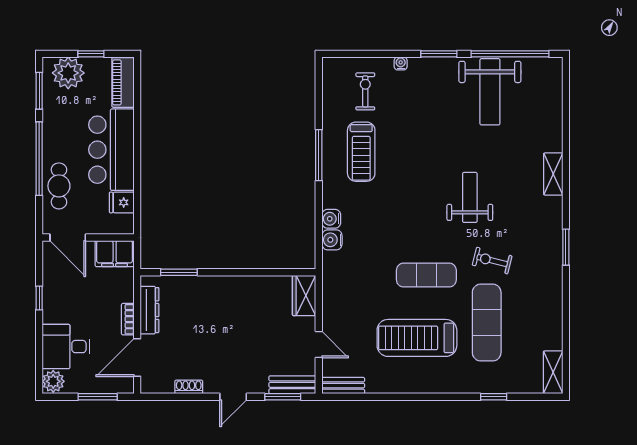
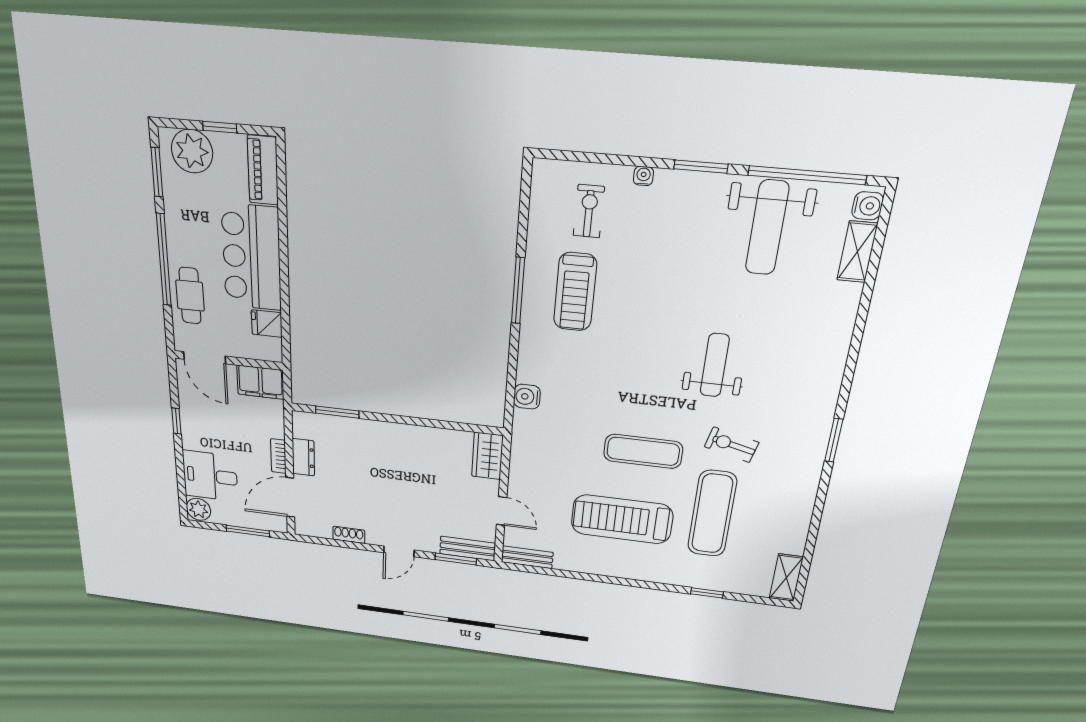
shelving: (553, 174) -> (857, 252), moved
water cooler: (331, 219) -> (868, 206), moved, turned 180
dresser: (149, 310) -> (303, 457), width x0.70

